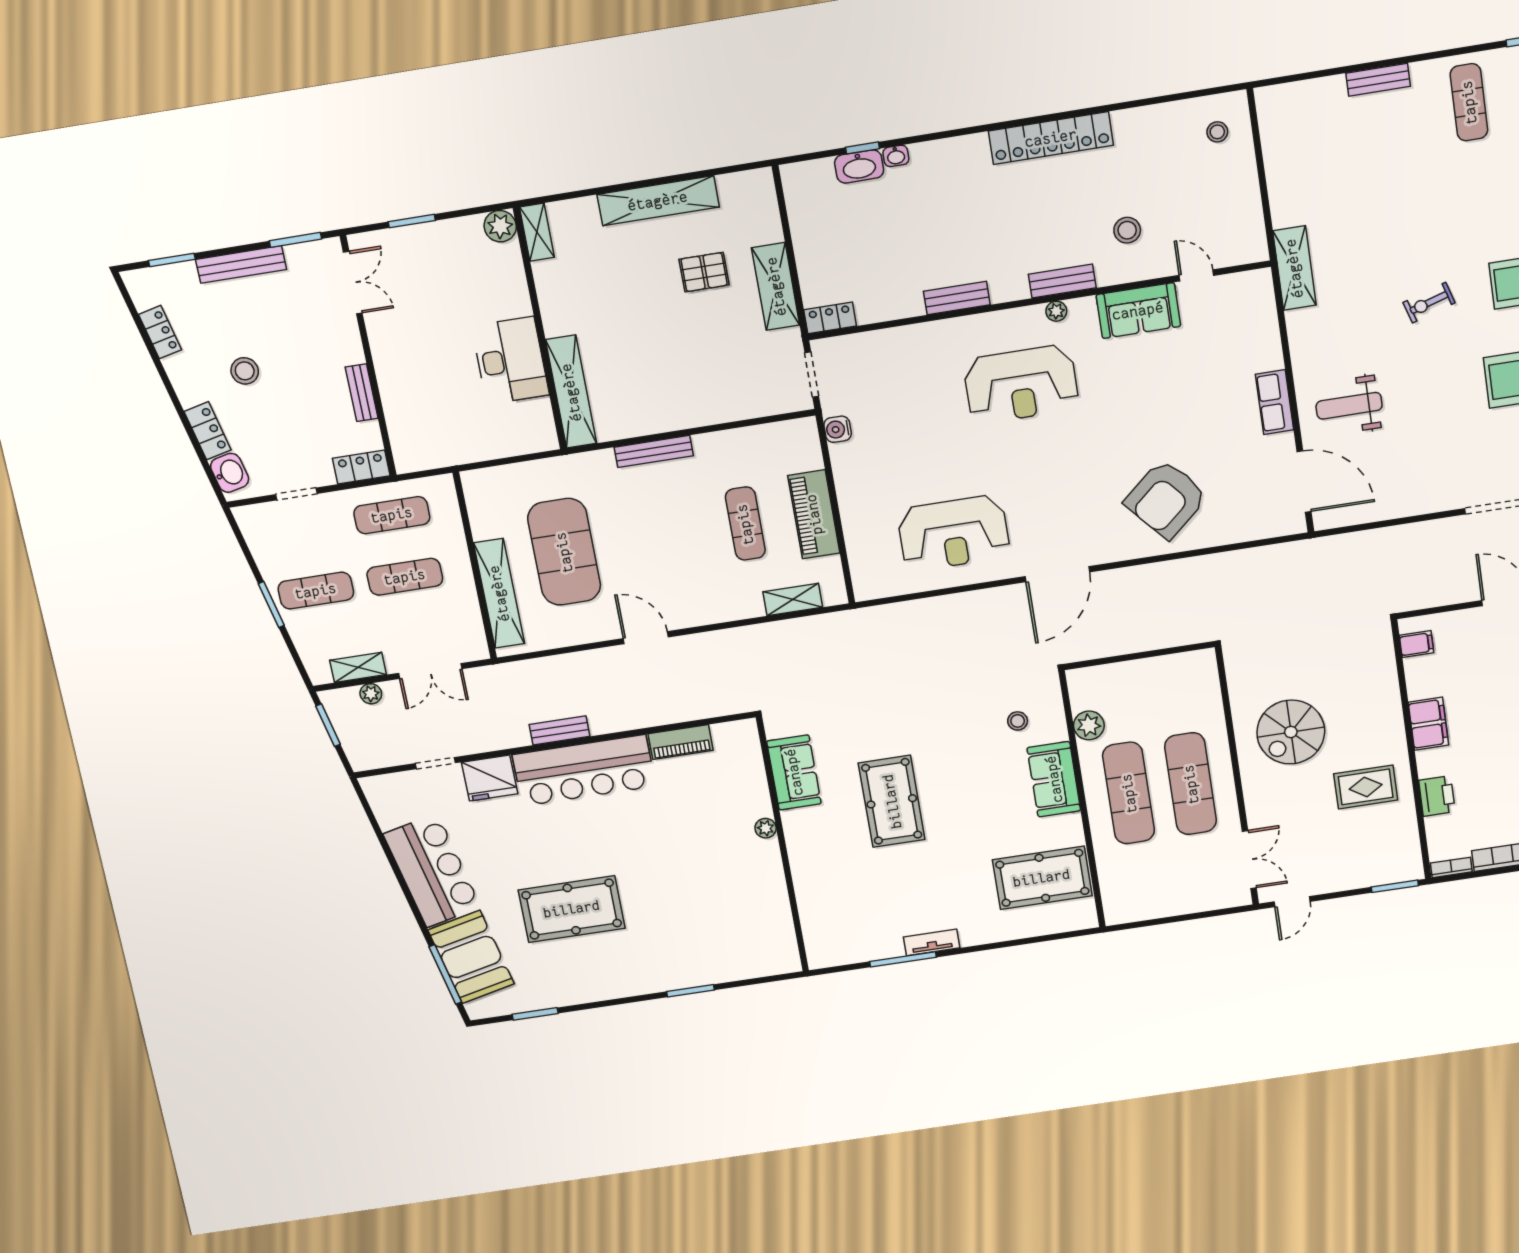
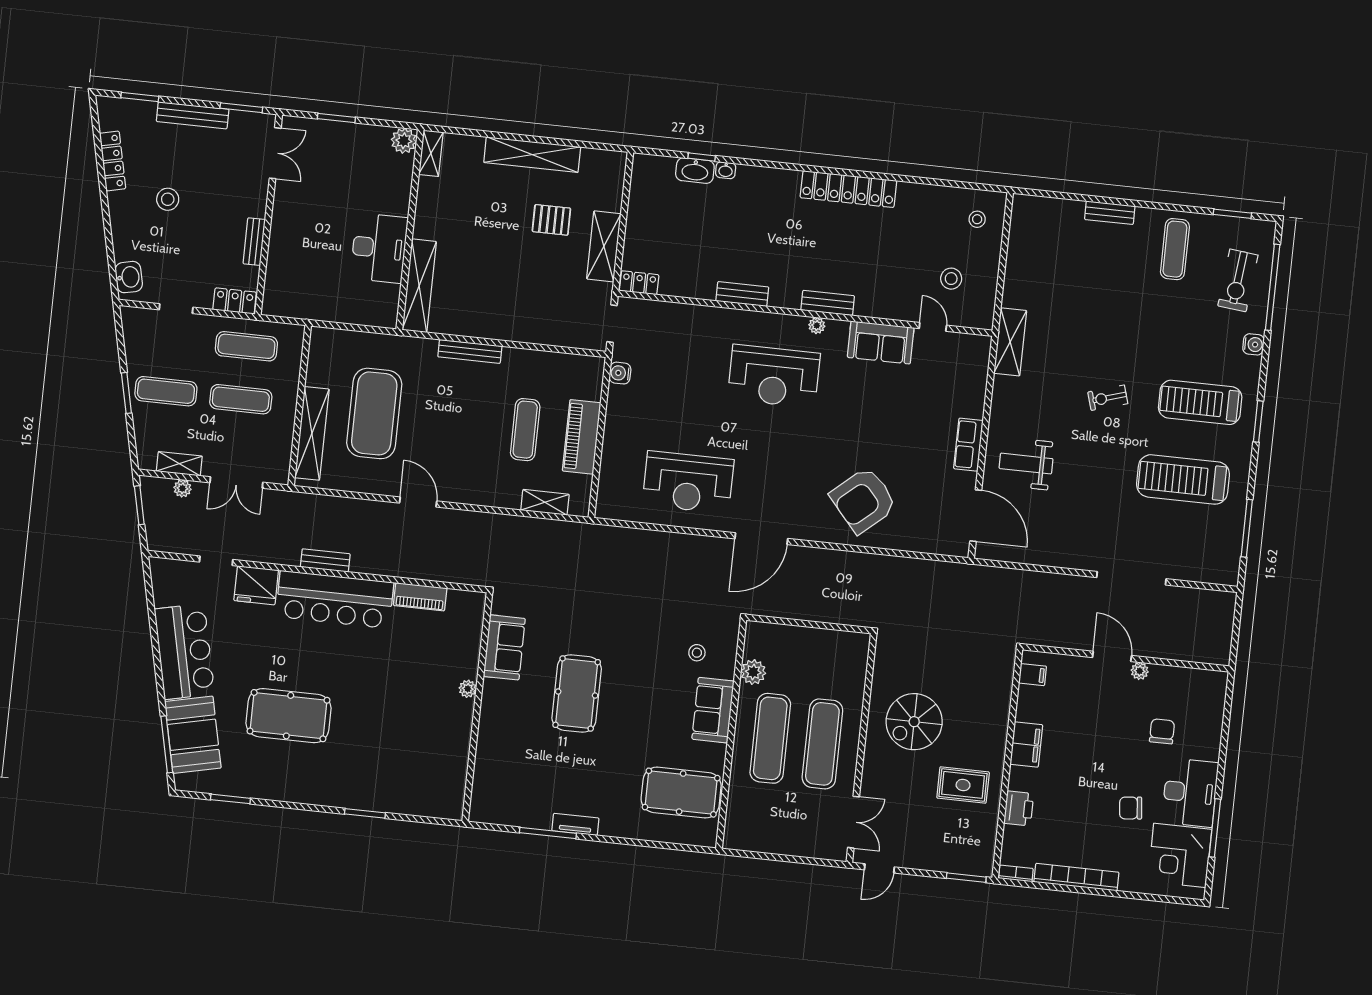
stool: (1127, 230) -> (951, 279), moved
locker: (160, 332) -> (113, 161), width x1.53
locker: (208, 431) -> (123, 239), removed

